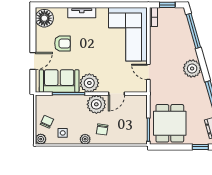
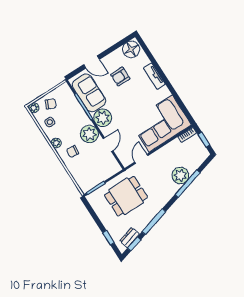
window: (193, 31) -> (187, 184), moved
armchair: (62, 43) -> (120, 76), turned 90
plant: (192, 69) -> (180, 175), moved
door: (116, 94) -> (108, 145), swing flipped
dining table: (170, 123) -> (126, 196), moved

